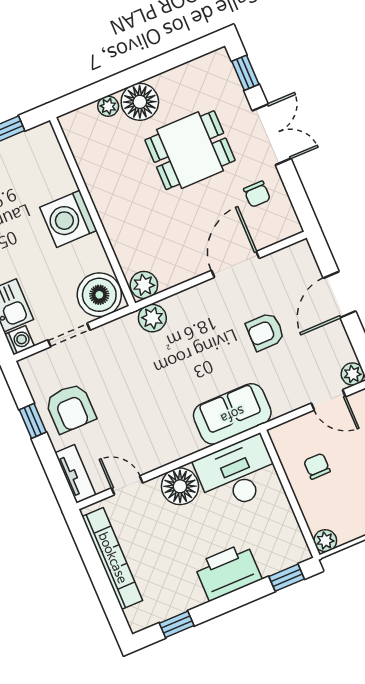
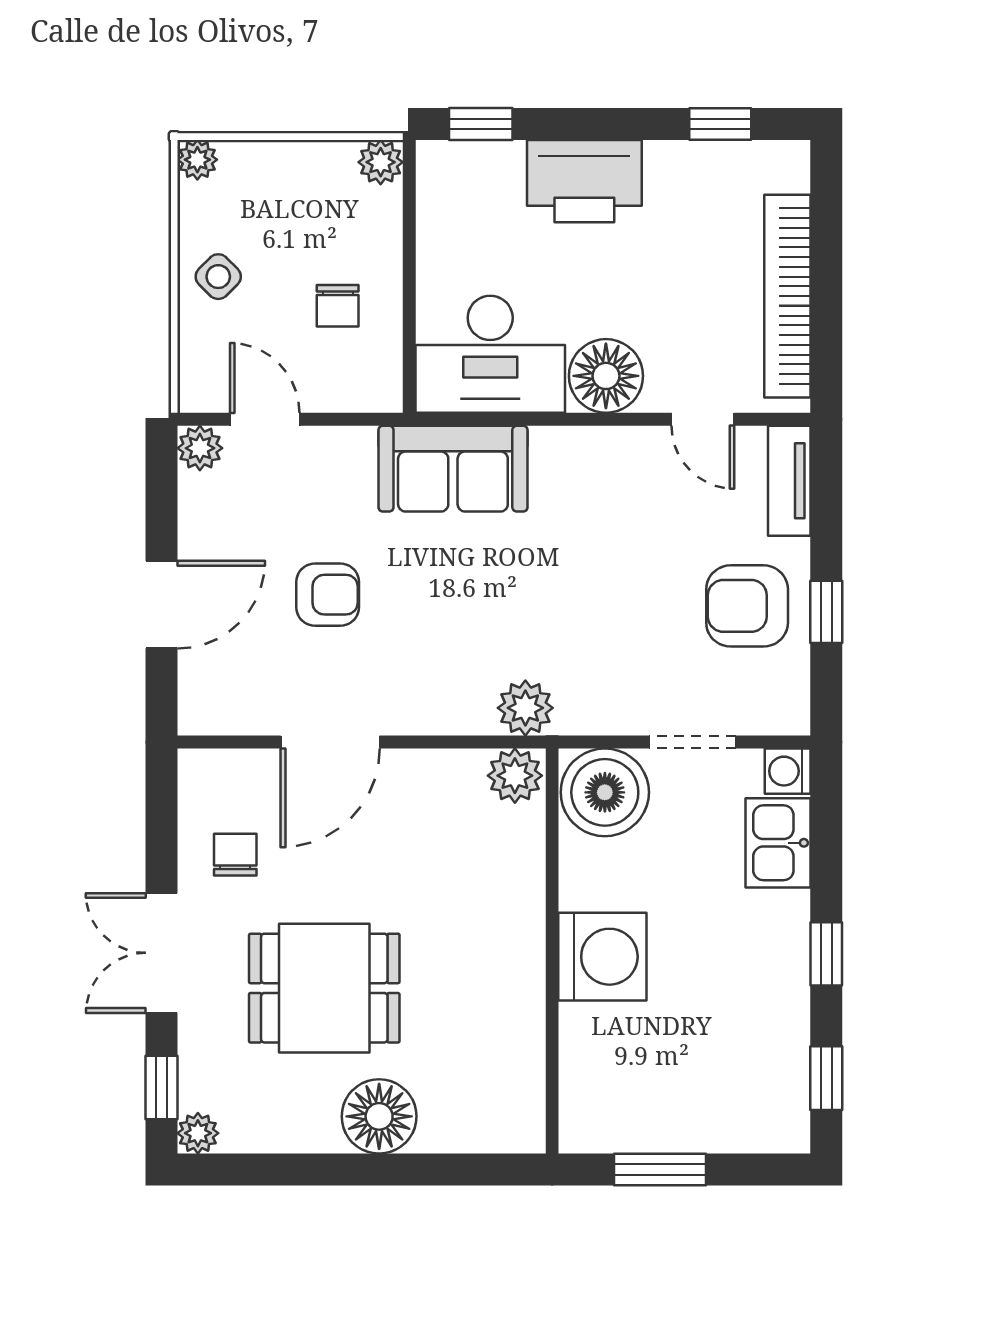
plant: (108, 106) -> (198, 1133), moved
armchair: (70, 408) -> (747, 606), turned -90

